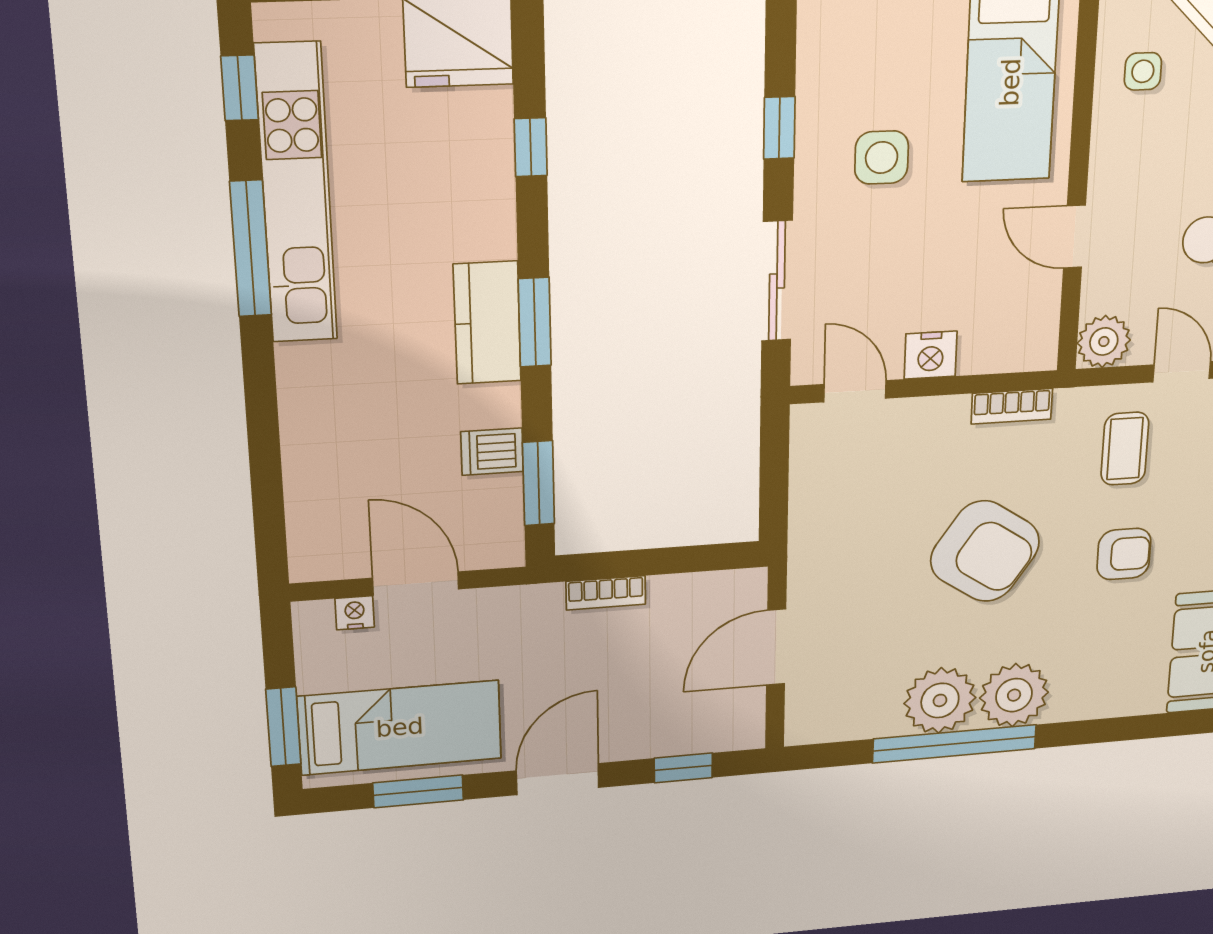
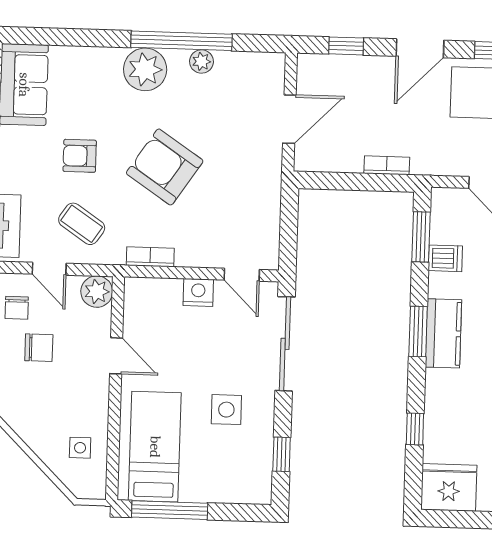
window: (779, 128) -> (282, 454), moved
sliding door: (777, 281) -> (285, 344), width x1.37
coffee table: (1125, 449) -> (82, 224), turned -56
plant: (940, 700) -> (201, 62), width x0.53, depth x0.53

